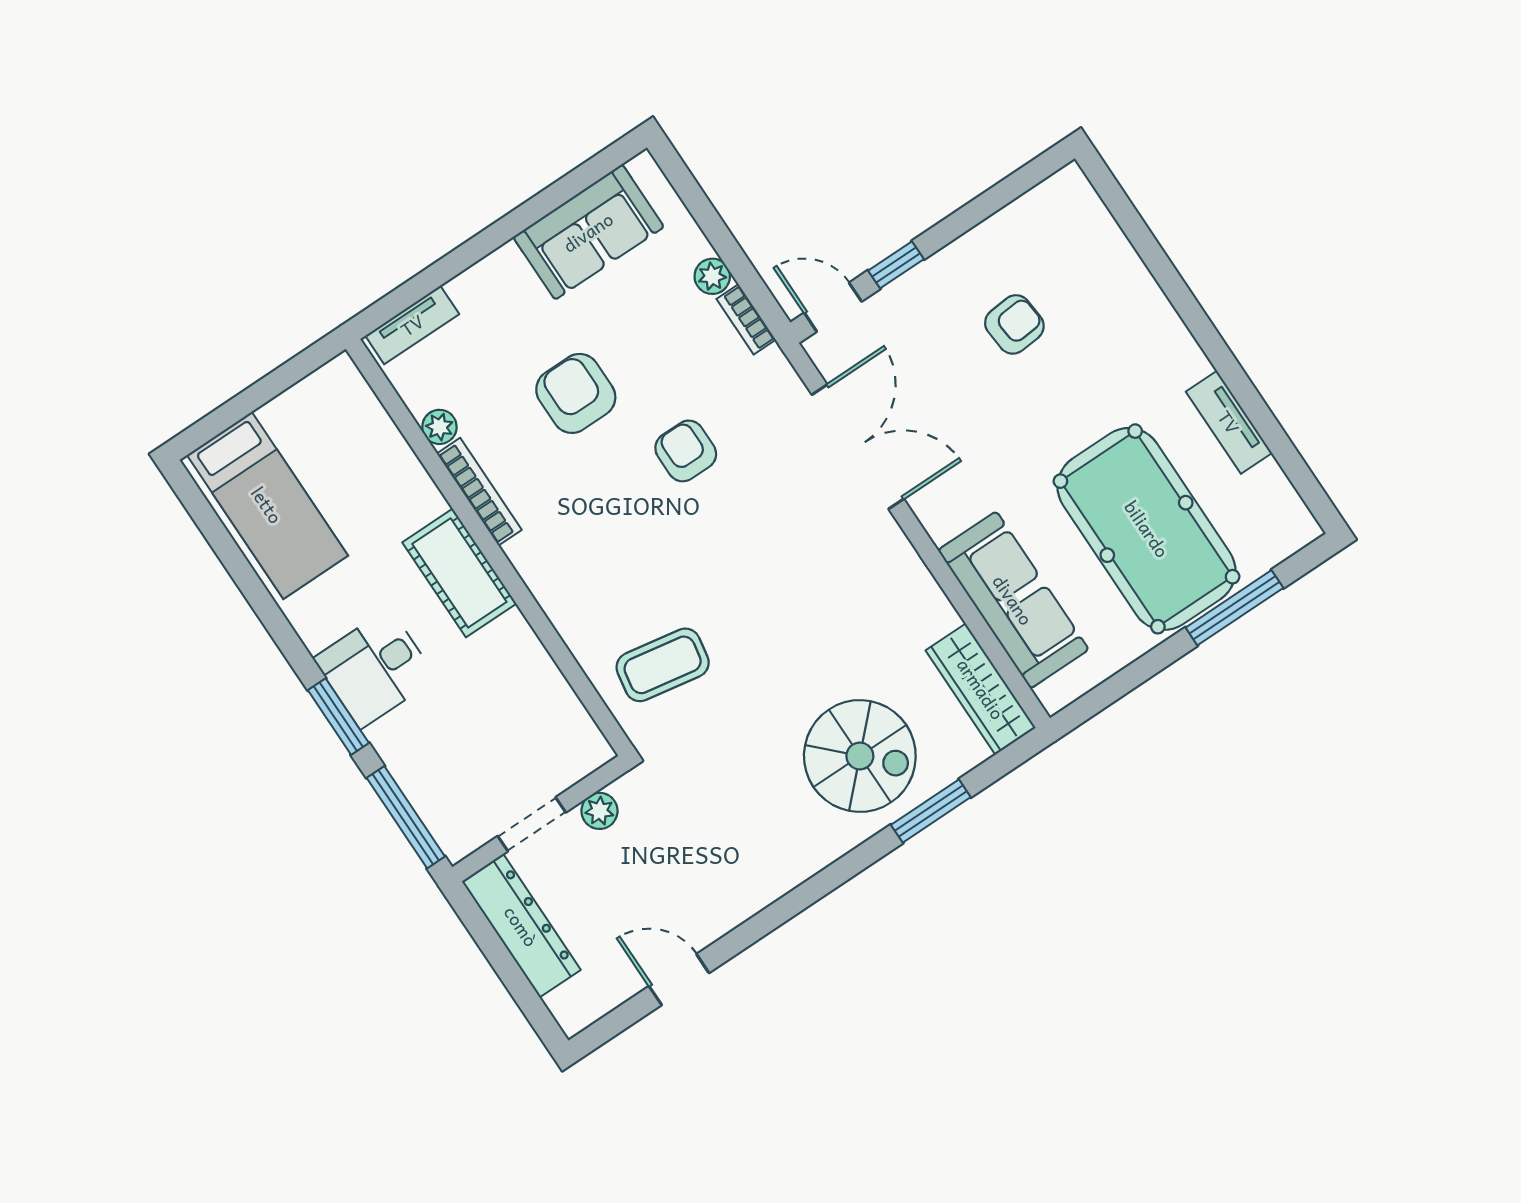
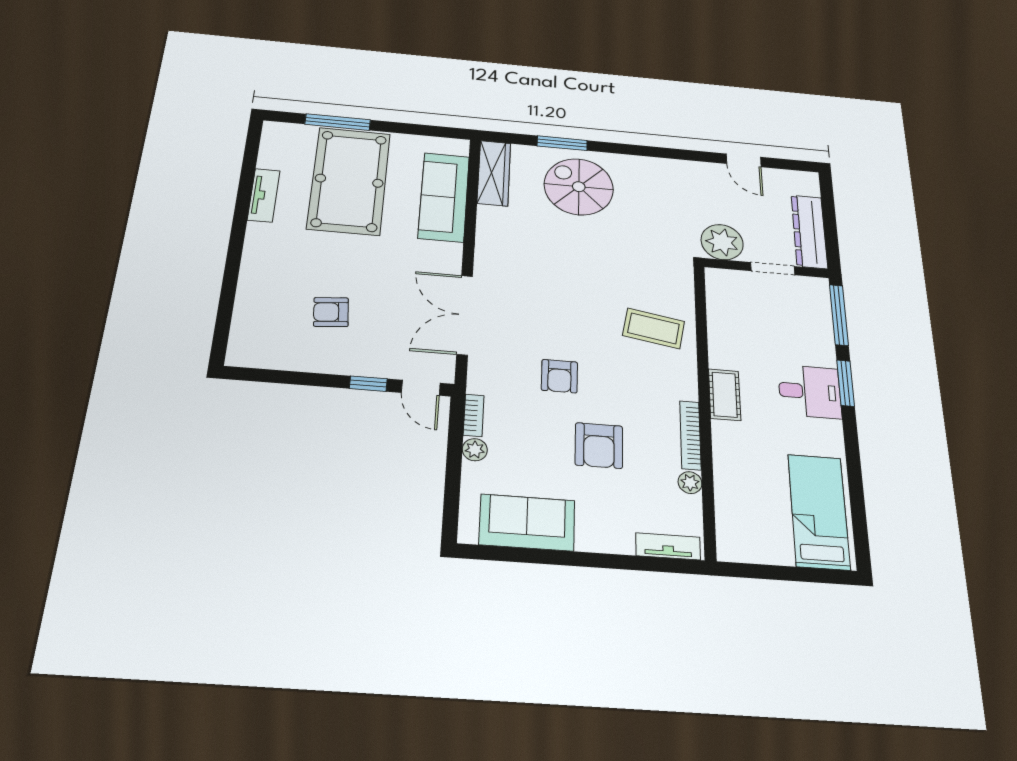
cot: (459, 573) -> (725, 395), width x0.73, depth x0.75
coffee table: (663, 665) -> (654, 328), moved
plant: (599, 811) -> (722, 242), width x1.87, depth x1.87

